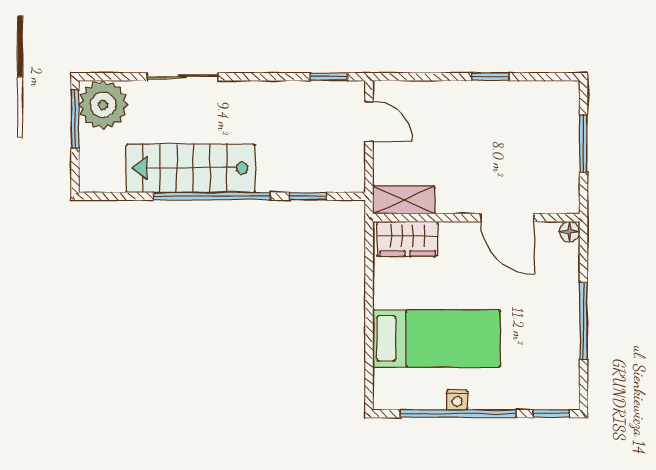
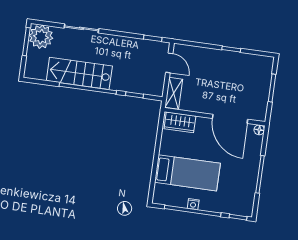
shelving: (404, 200) -> (174, 93), moved, turned 90
door: (508, 218) -> (230, 119), width x1.36

